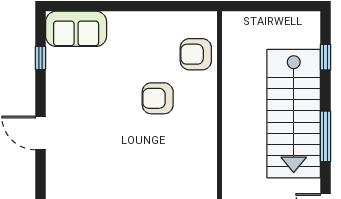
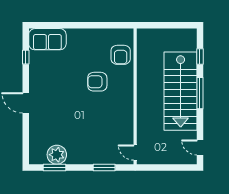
armchair: (196, 54) -> (121, 55), turned -90
window: (326, 136) -> (200, 93), moved

